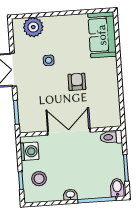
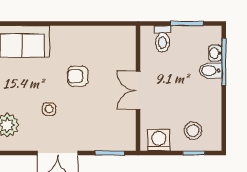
double door: (69, 132) -> (138, 90), width x0.73
toilet: (111, 137) -> (162, 39), moved
bidet: (117, 188) -> (210, 71), moved
washbasin: (70, 195) -> (215, 53), moved

